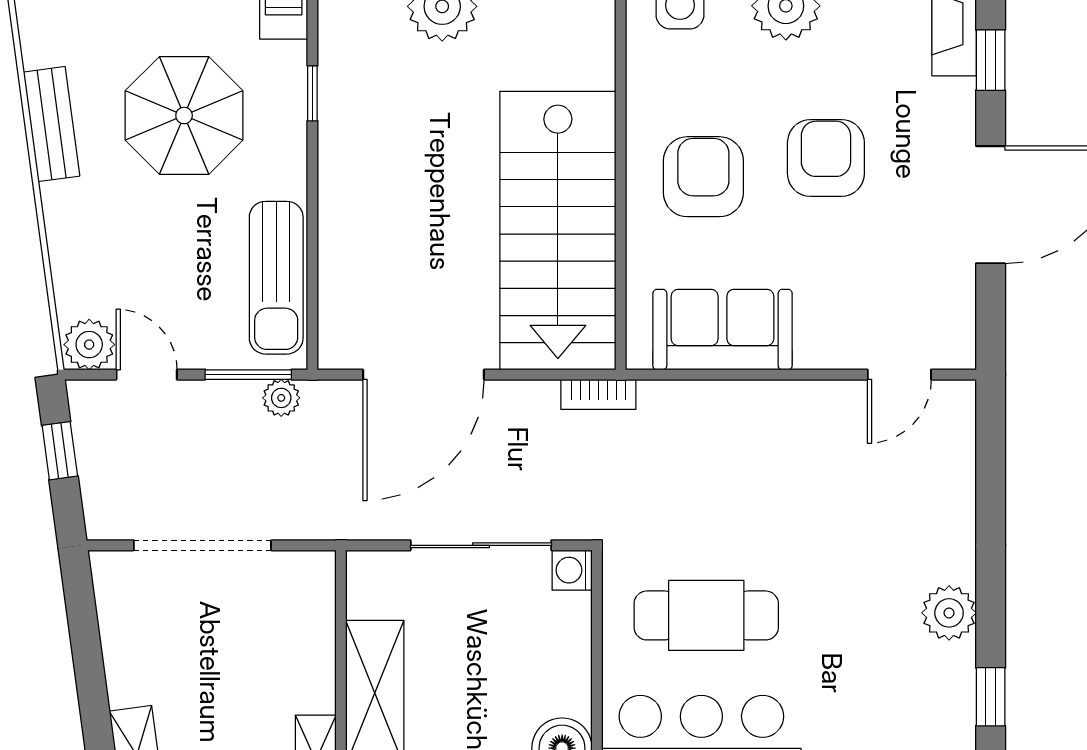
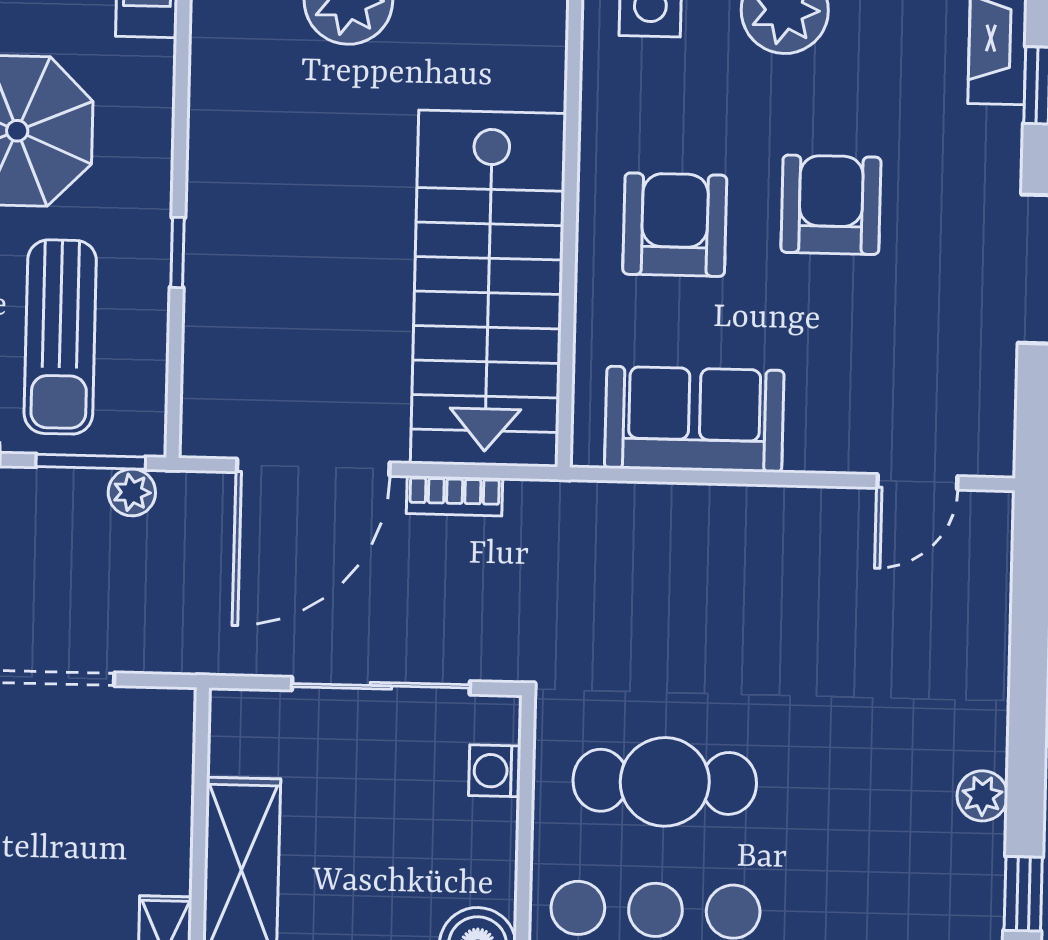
window: (312, 93) -> (177, 252), moved
sun lounger: (276, 278) -> (60, 337), moved
bookcase: (598, 394) -> (454, 496), moved
washing machine: (572, 570) -> (495, 771), moved
plant: (949, 613) -> (982, 796), width x0.73, depth x0.73

